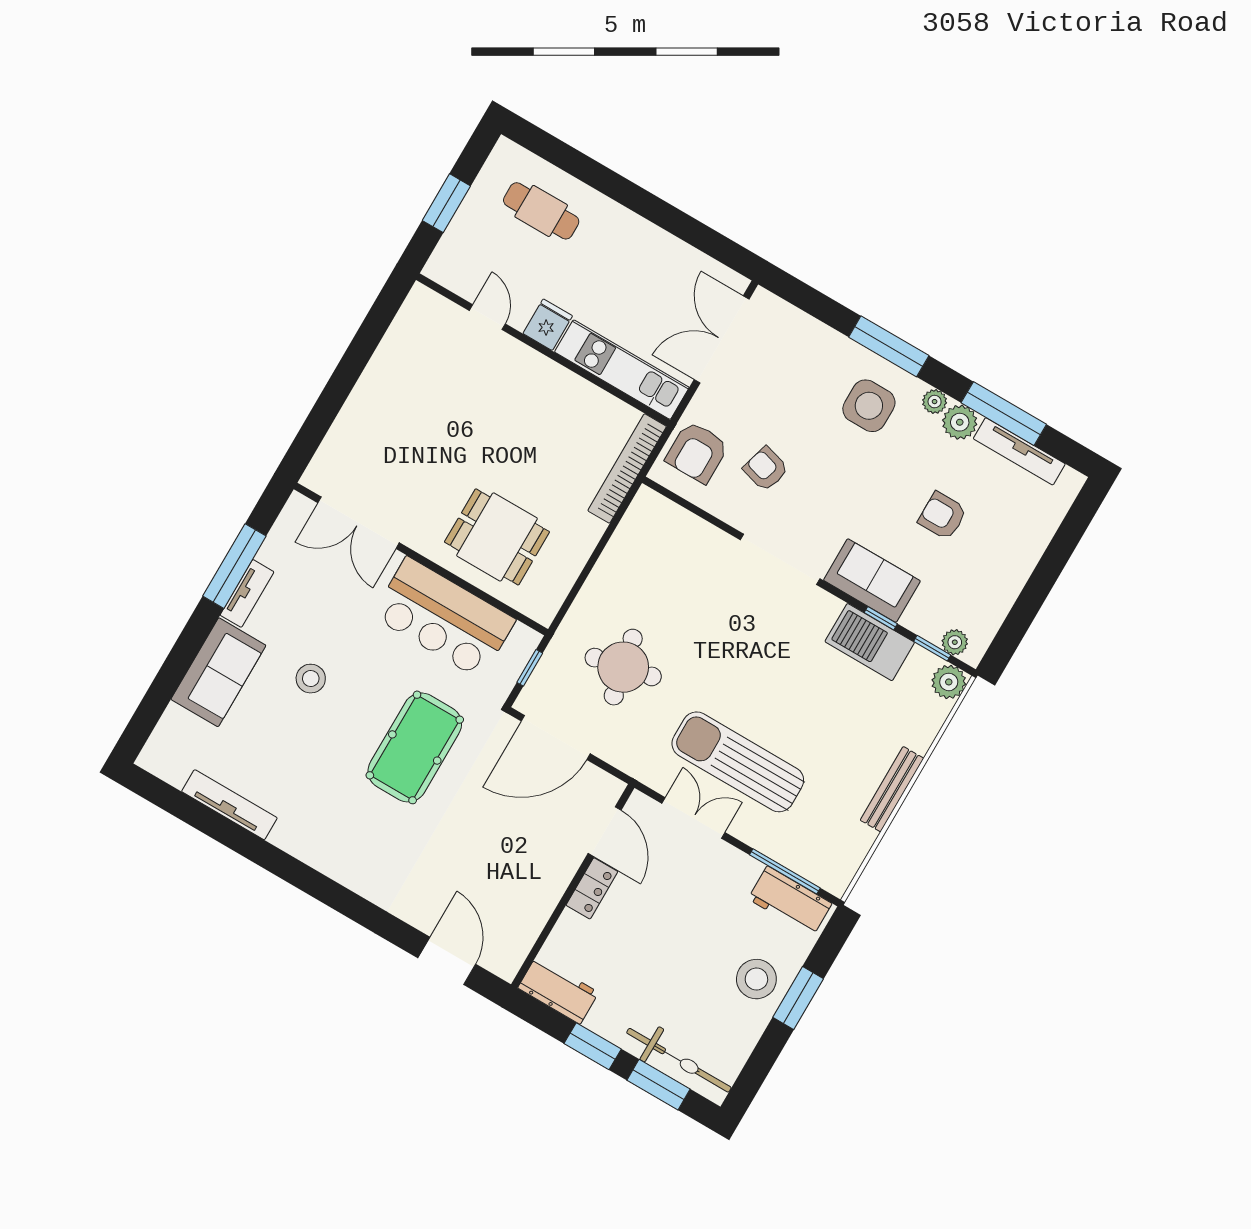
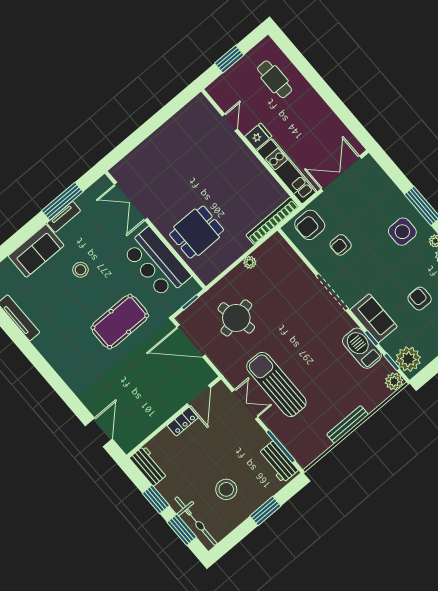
armchair: (766, 469) -> (341, 245), turned -106
dining table: (497, 537) -> (197, 232), turned 90
plant: (612, 558) -> (250, 262), added
plant: (955, 642) -> (408, 359), width x1.87, depth x1.87
stool: (756, 979) -> (226, 489), moved

